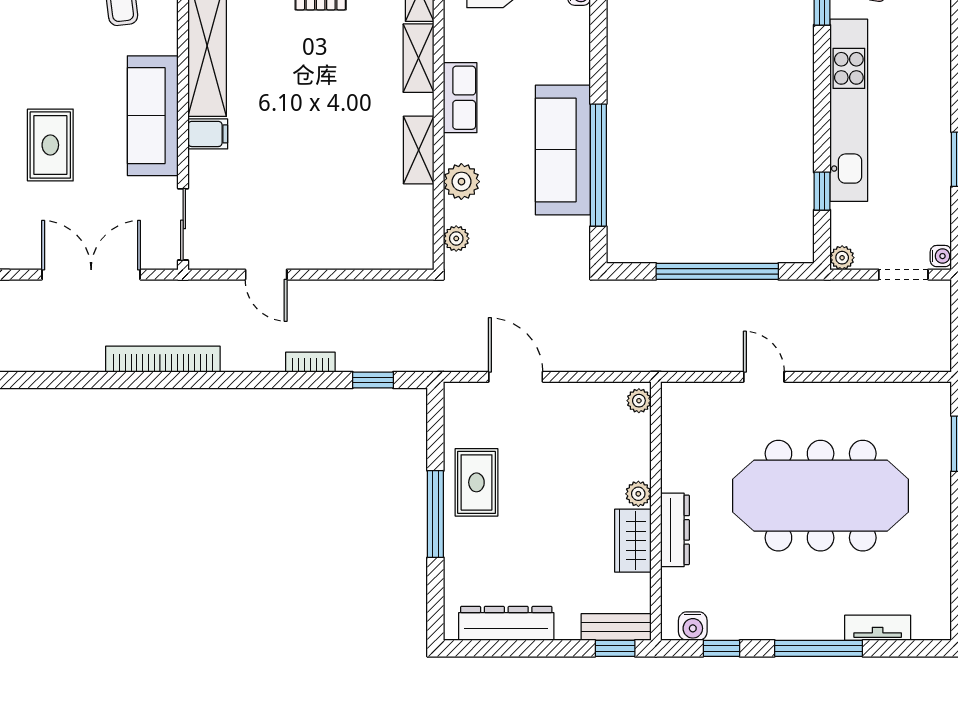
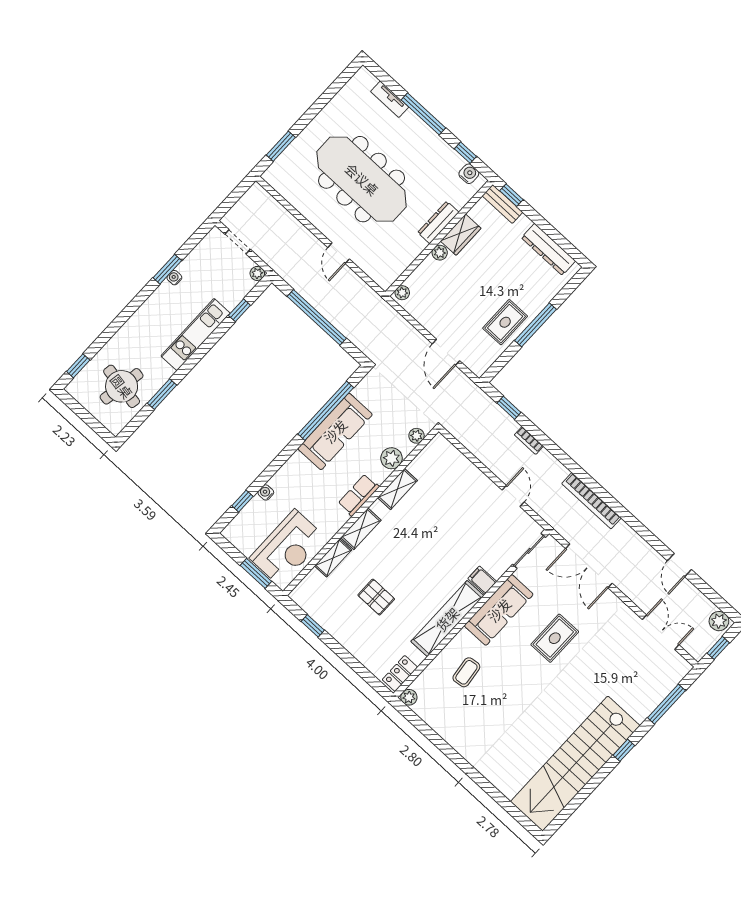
kitchen unit: (849, 110) -> (196, 335), width x0.73
water cooler: (941, 256) -> (174, 278), moved

